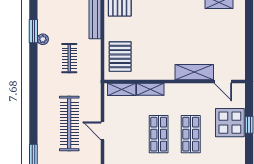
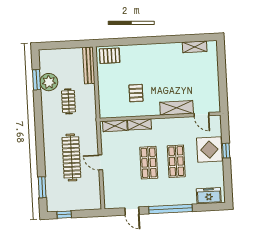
plant: (43, 39) -> (49, 82), width x1.88, depth x1.88
pallet: (120, 57) -> (136, 93), moved, width x0.67, depth x0.71

